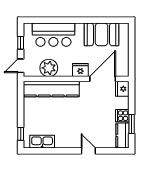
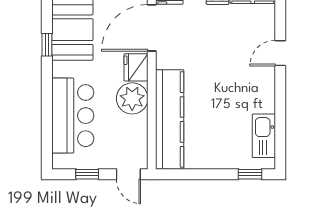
window: (93, 20) -> (47, 45), added
plant: (49, 68) -> (132, 98), moved
door: (103, 79) -> (152, 28), hinge flipped

